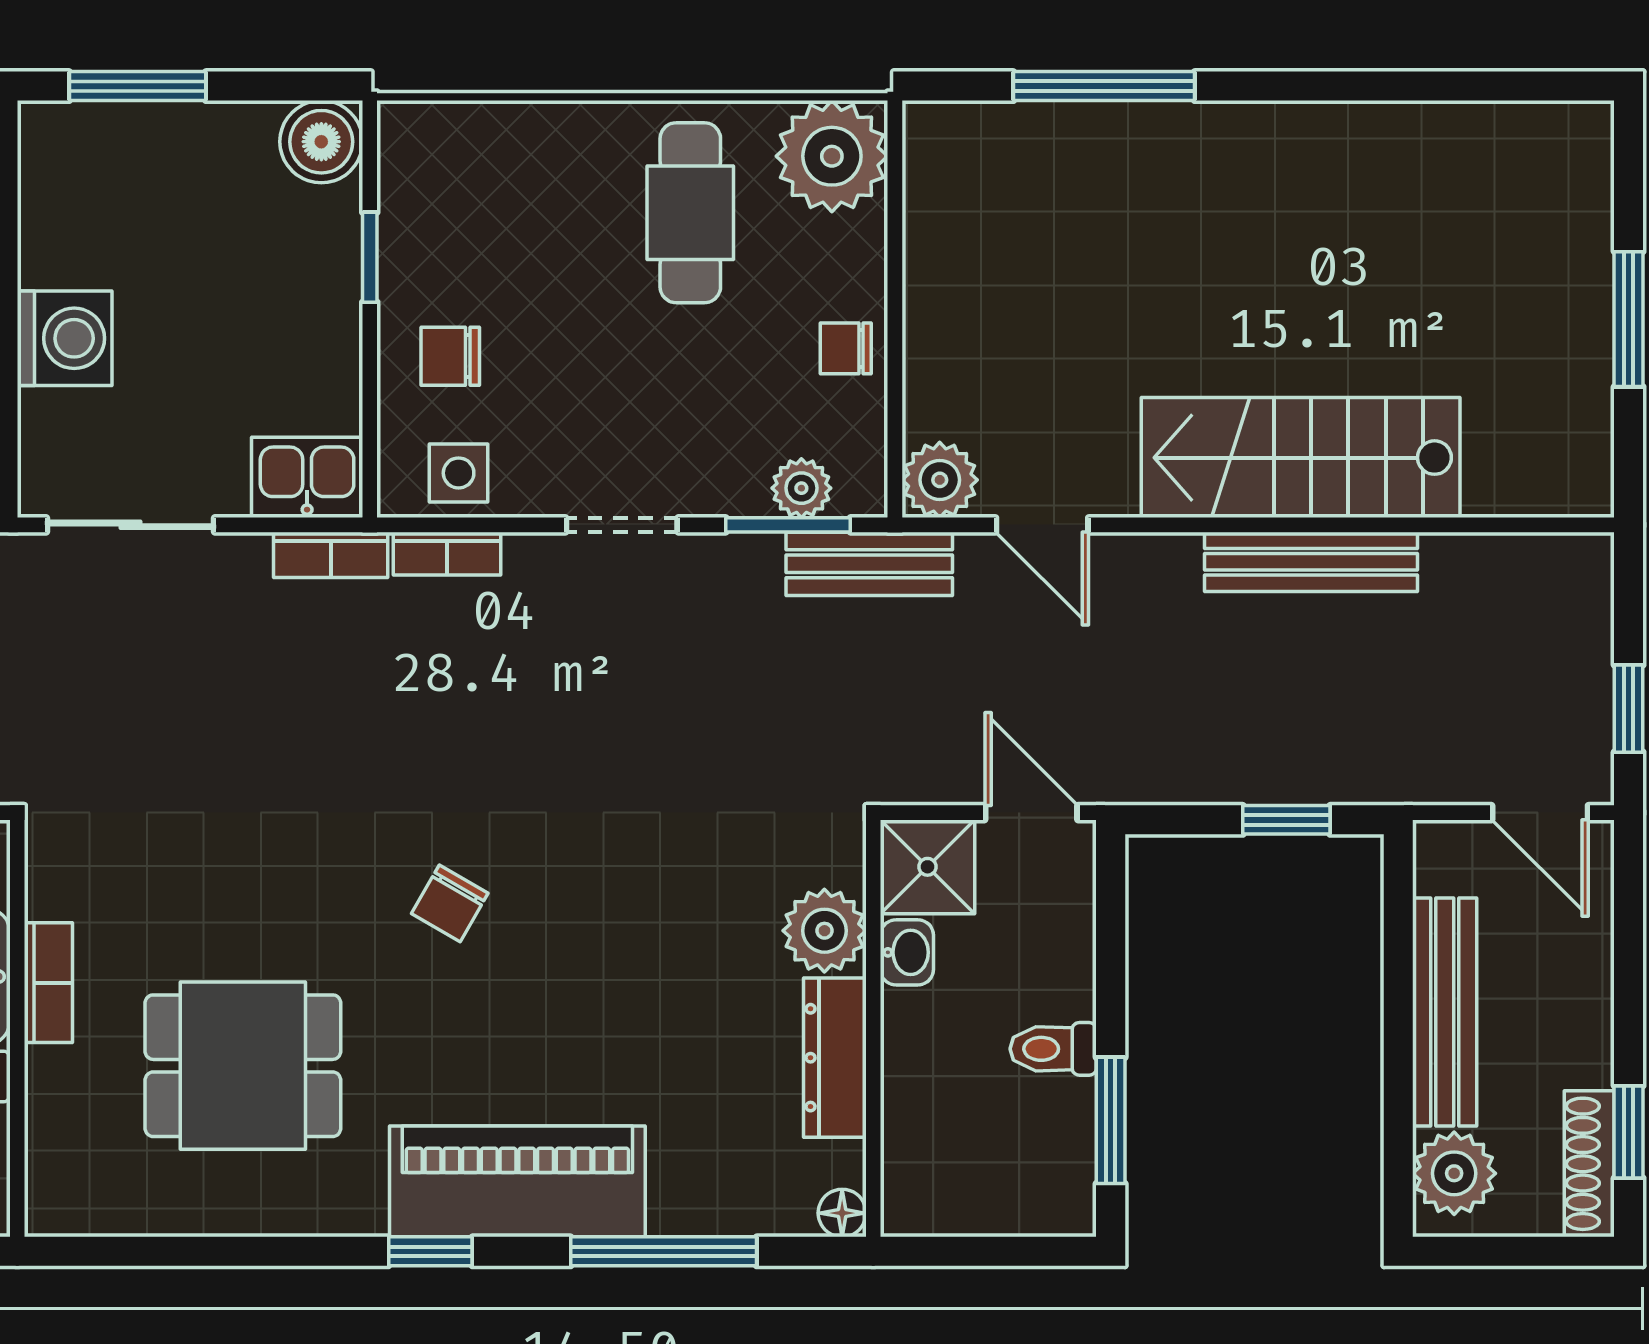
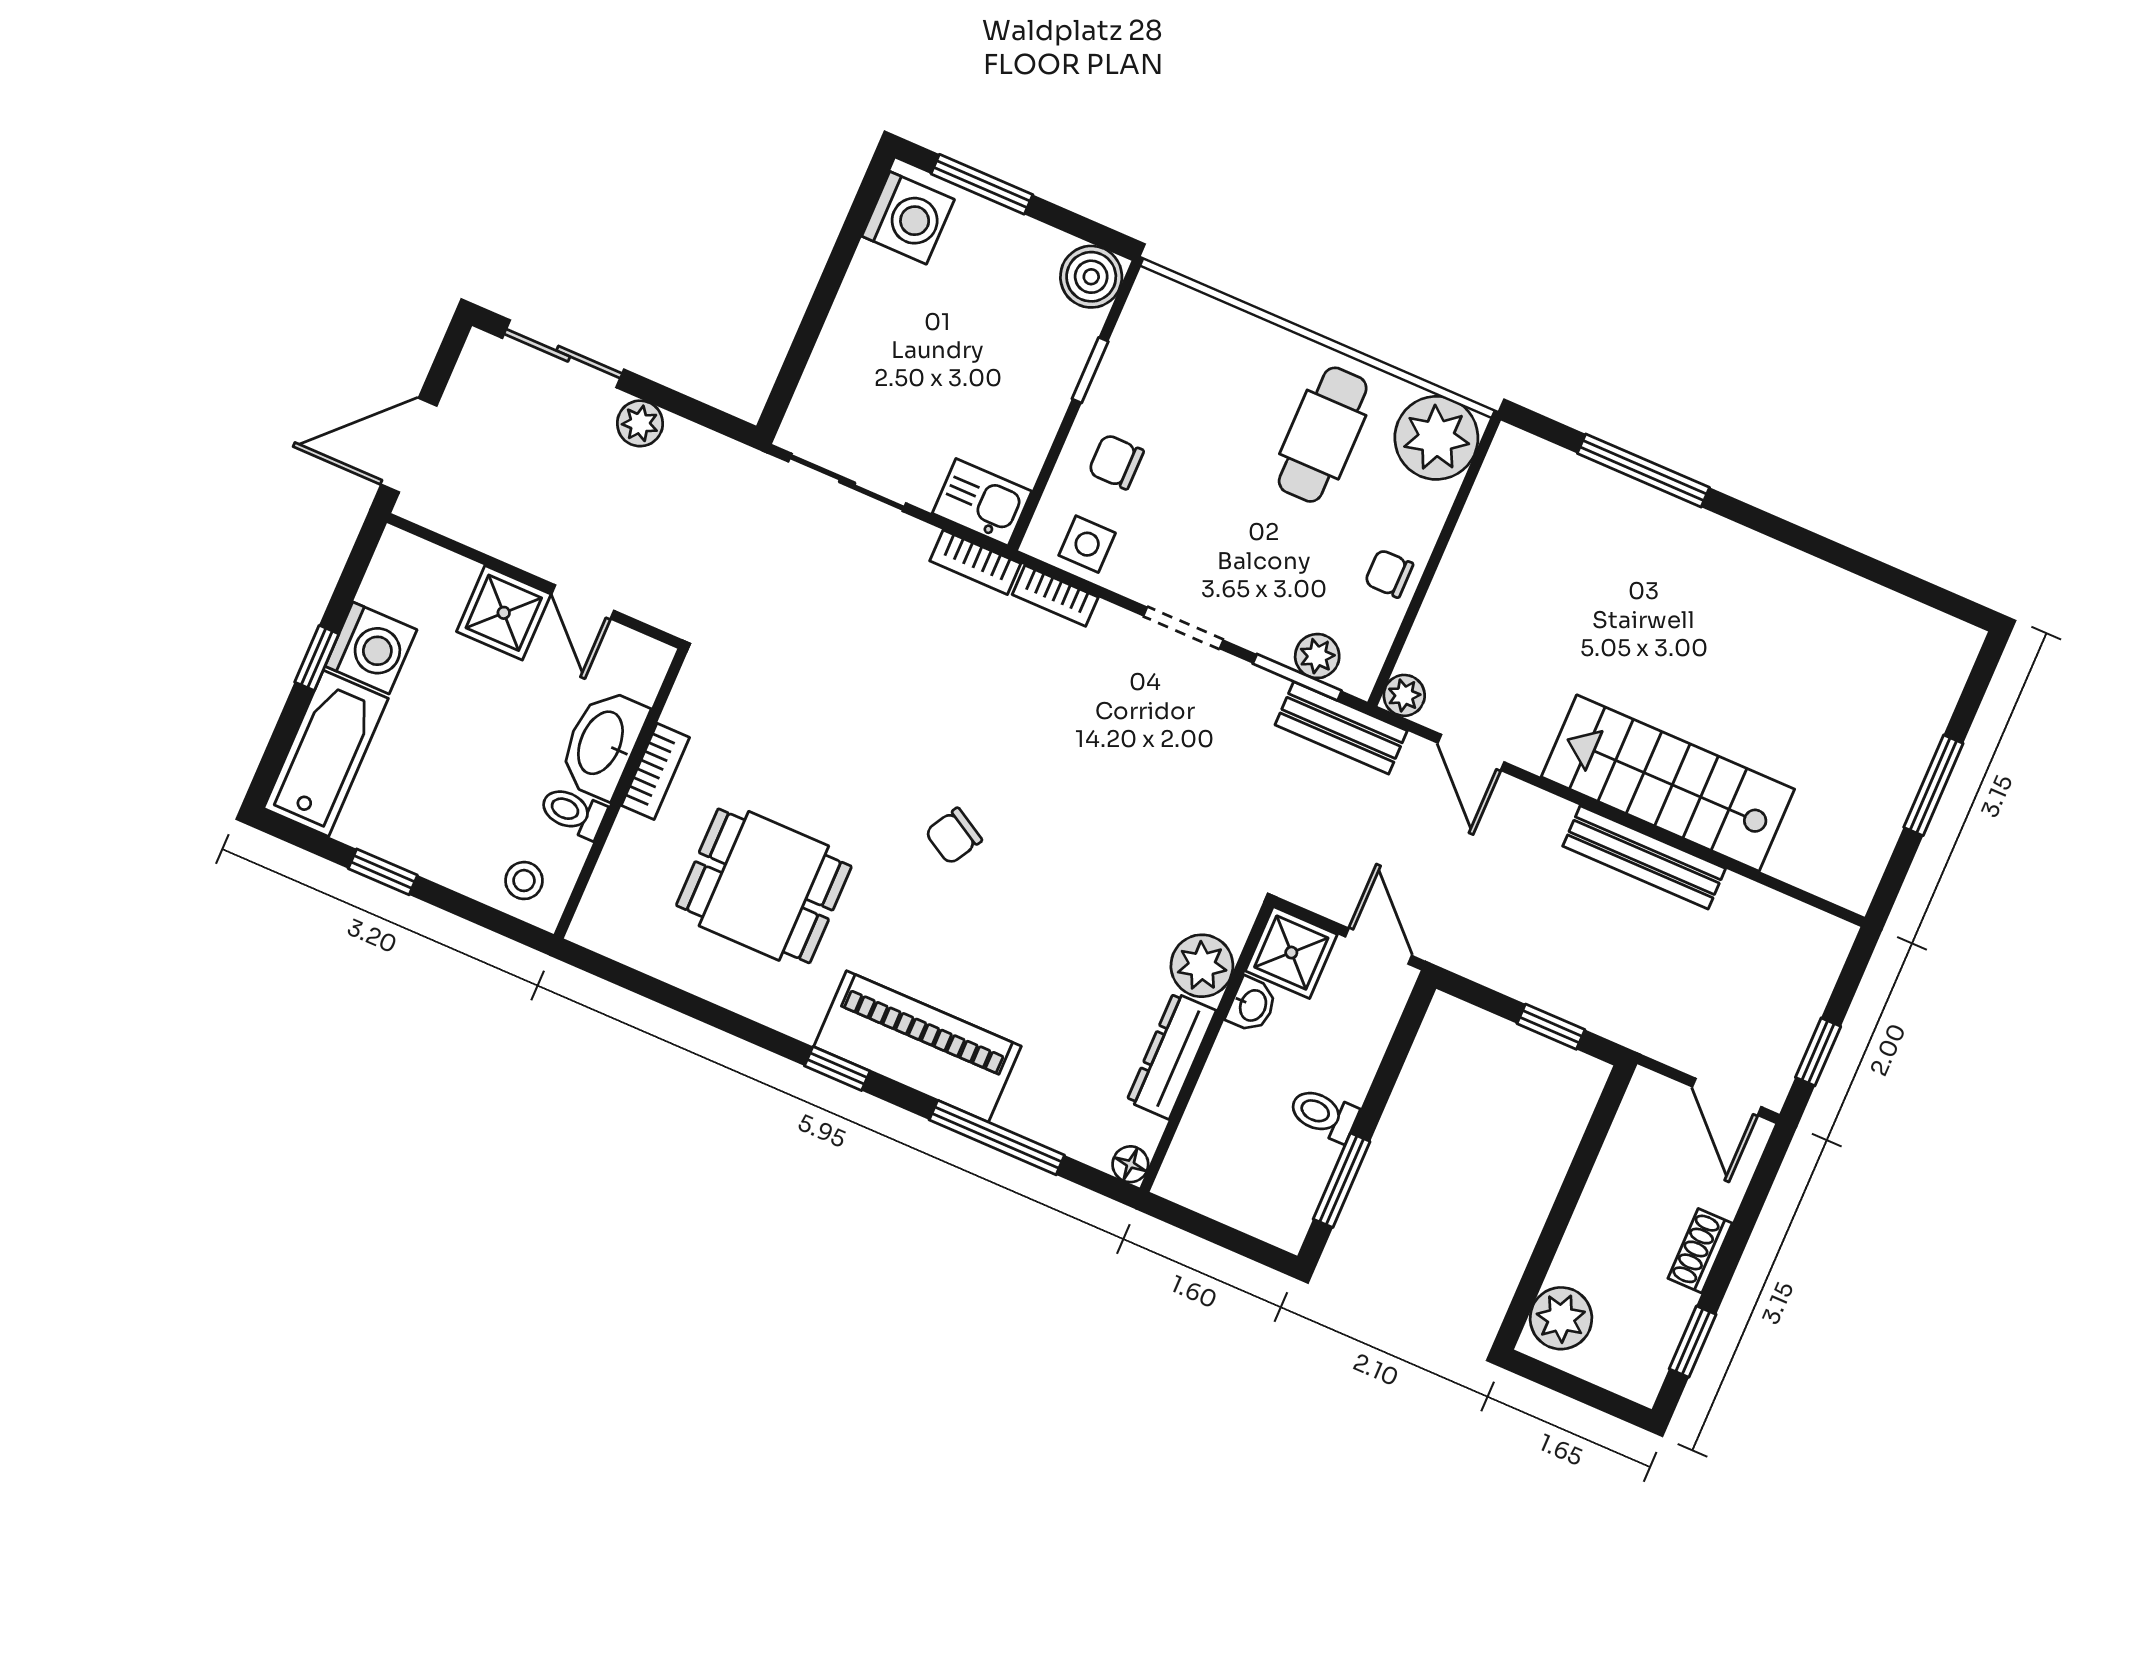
washing machine: (65, 338) -> (908, 218), moved
plant: (940, 480) -> (1404, 695), width x0.73, depth x0.73
bench: (1445, 1012) -> (1602, 1205), removed
shoe rack: (1589, 1164) -> (1700, 1251), moved, width x0.70

